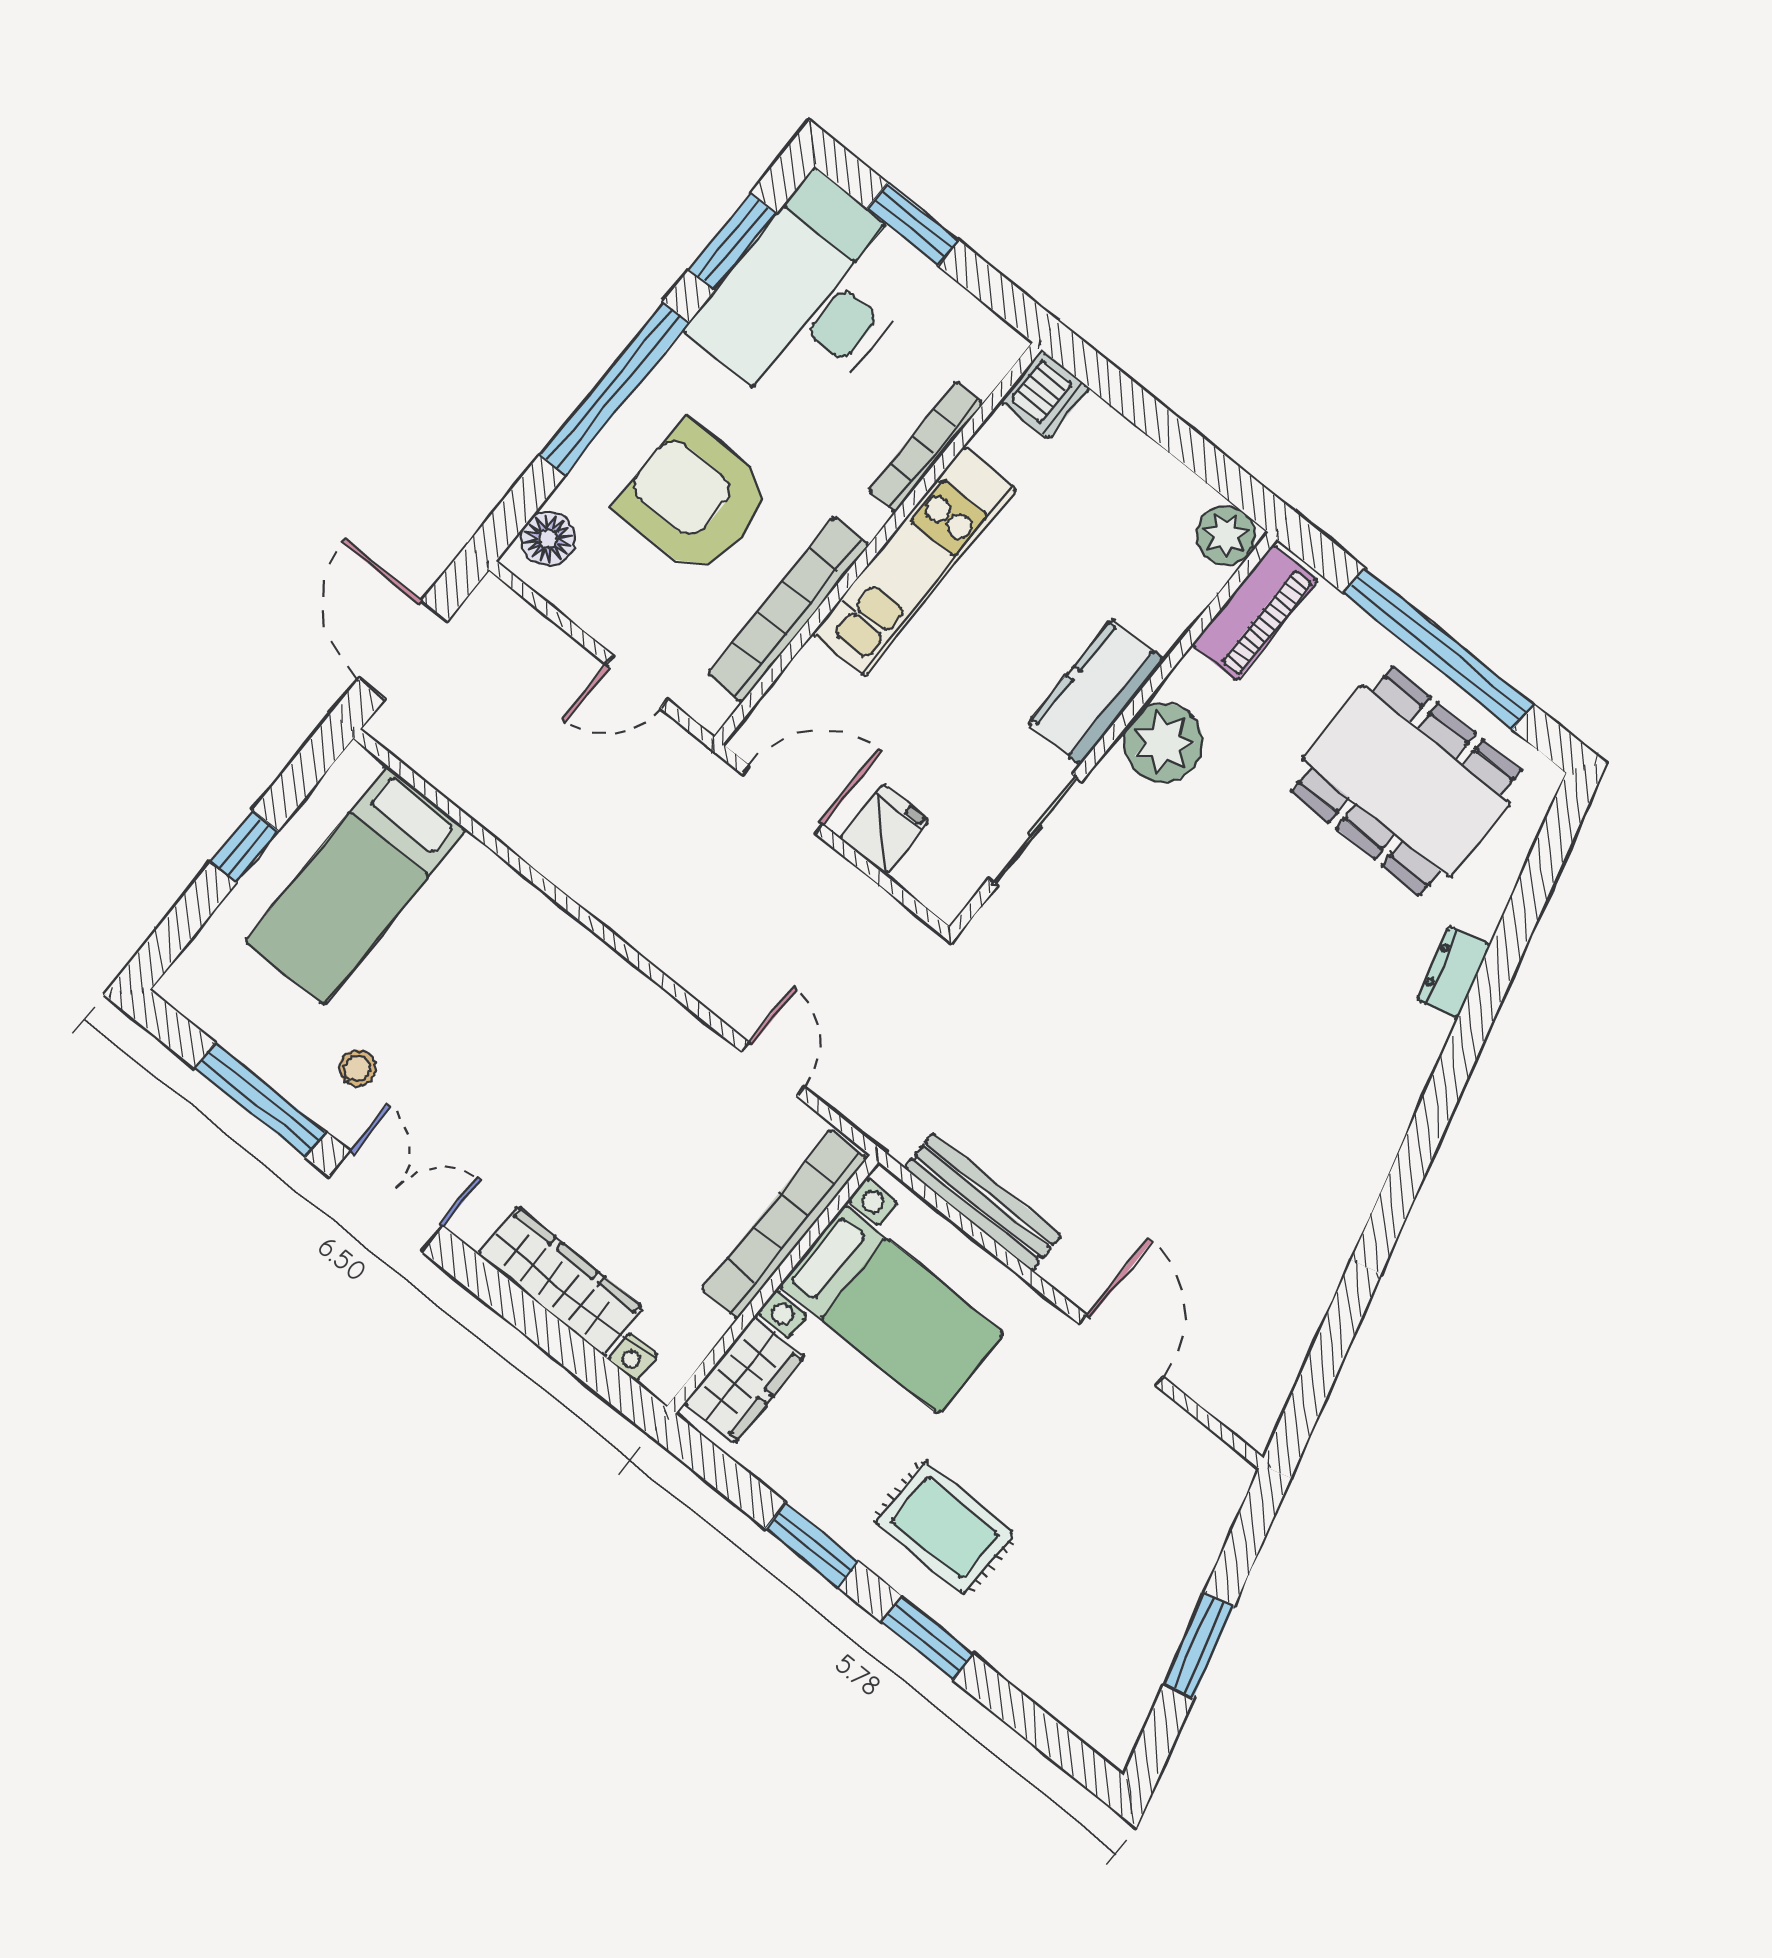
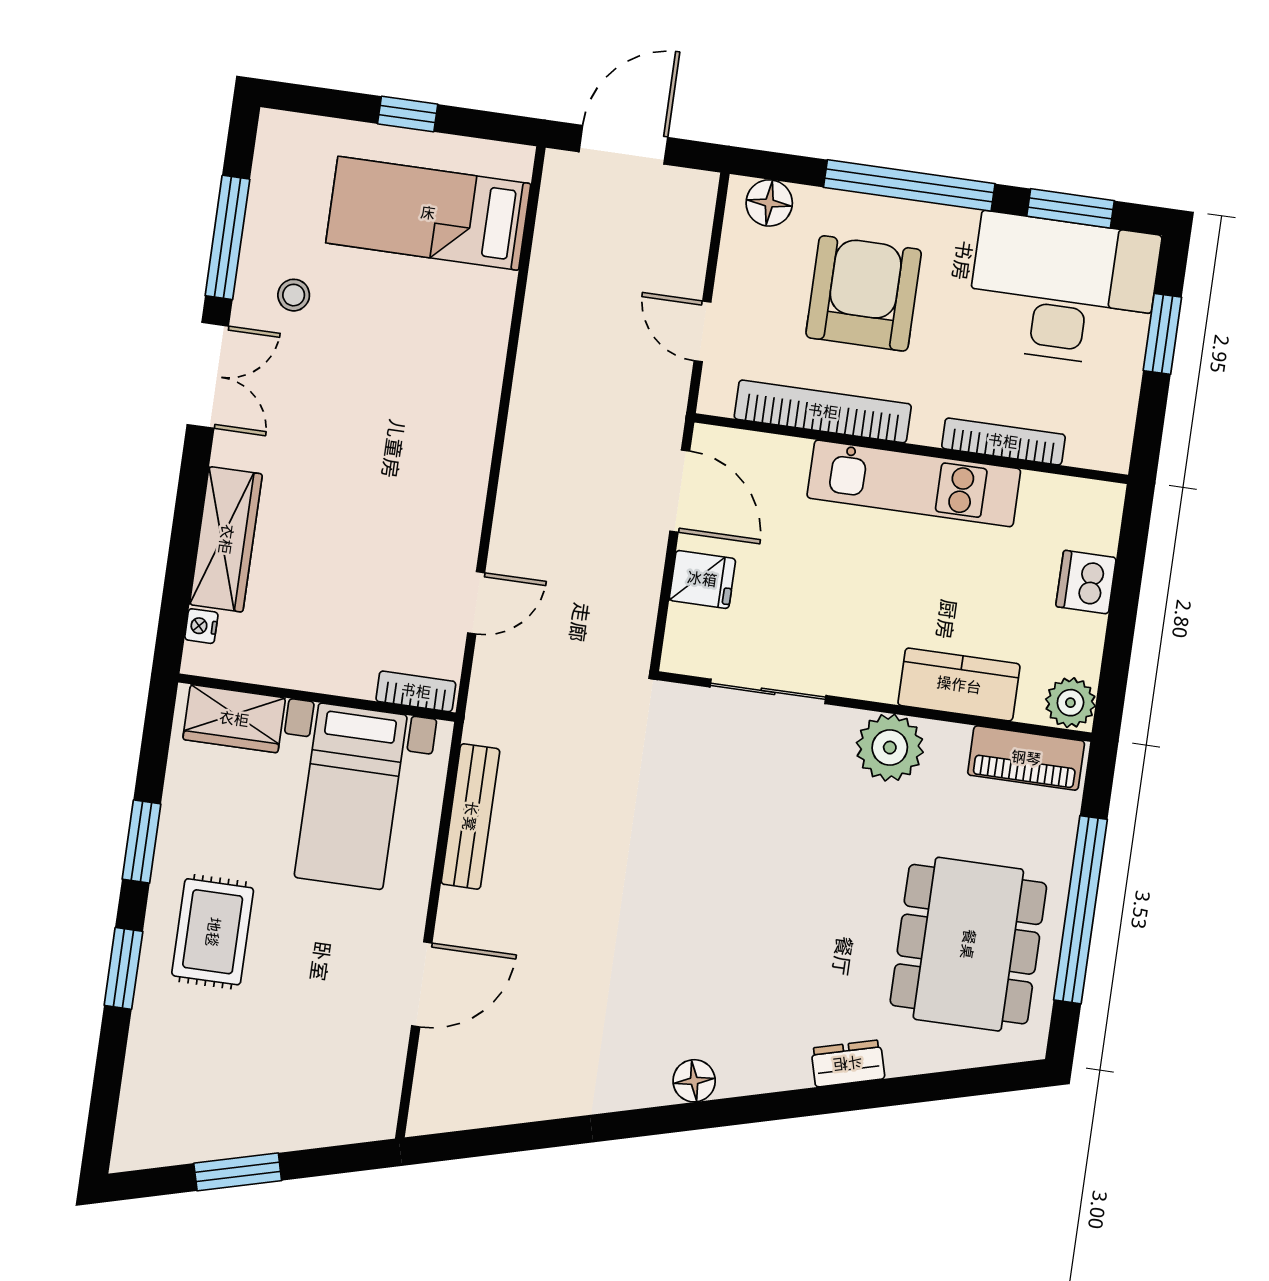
dishwasher: (1045, 394) -> (1086, 582), moved, turned 90
kitchen counter: (1097, 692) -> (959, 685), moved
floor lamp: (1379, 1136) -> (694, 1081), added
bookcase: (784, 1224) -> (416, 691), width x0.43, depth x0.76

